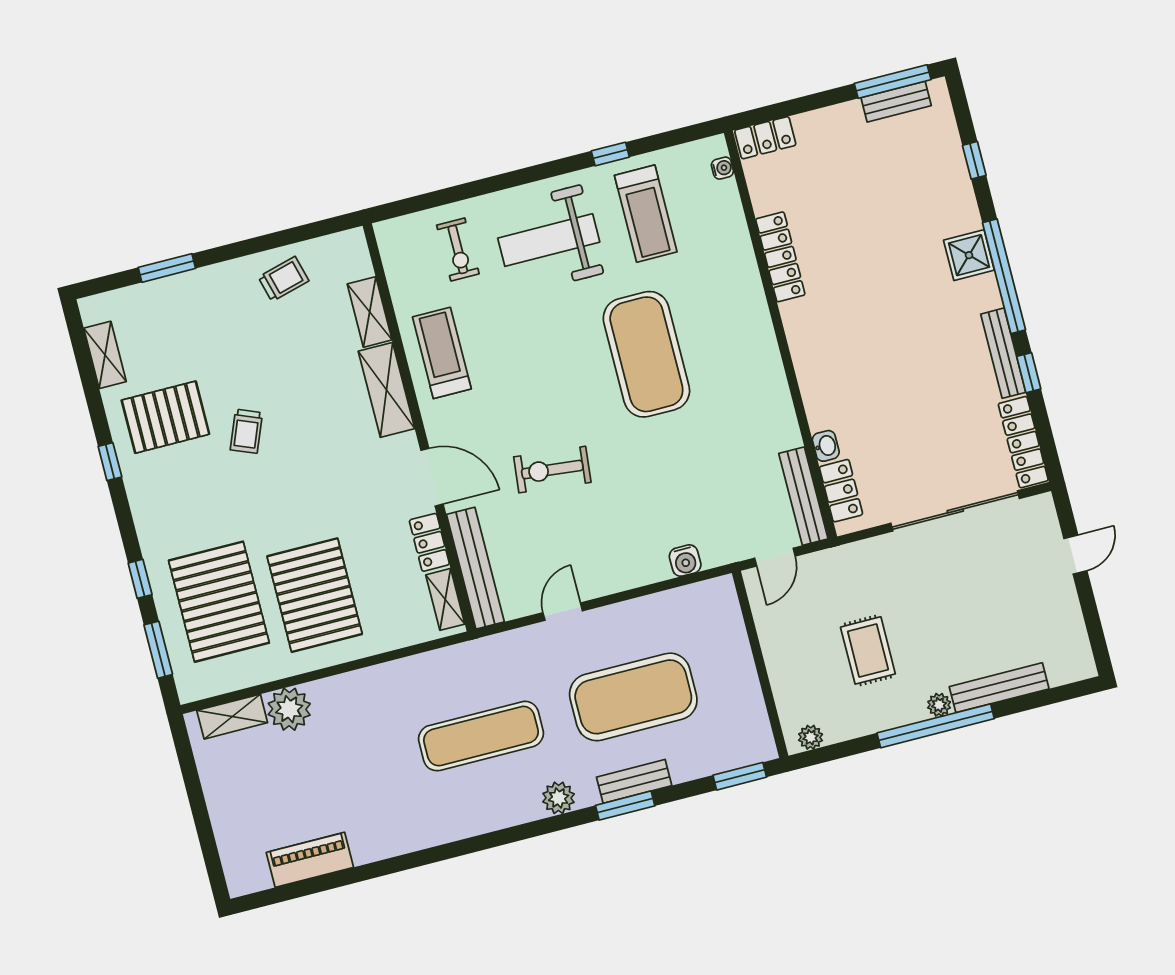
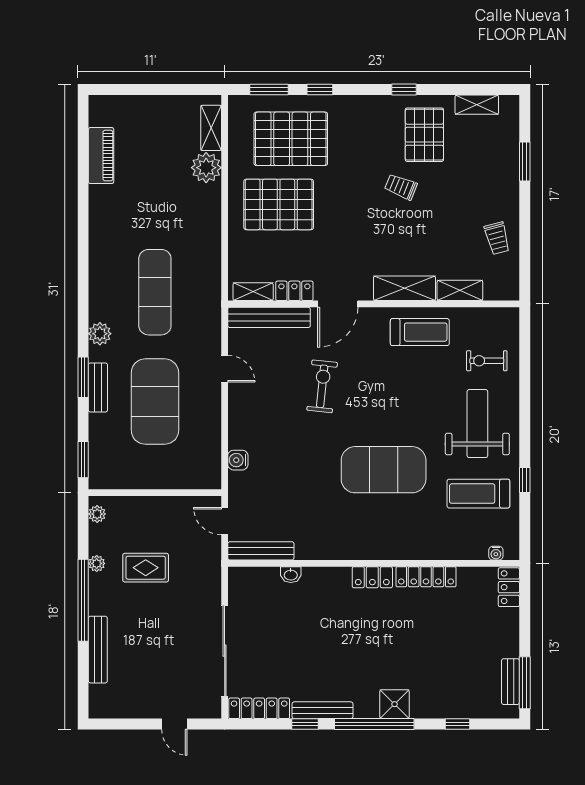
locker: (841, 491) -> (372, 577), moved
plant: (939, 705) -> (97, 563), moved

